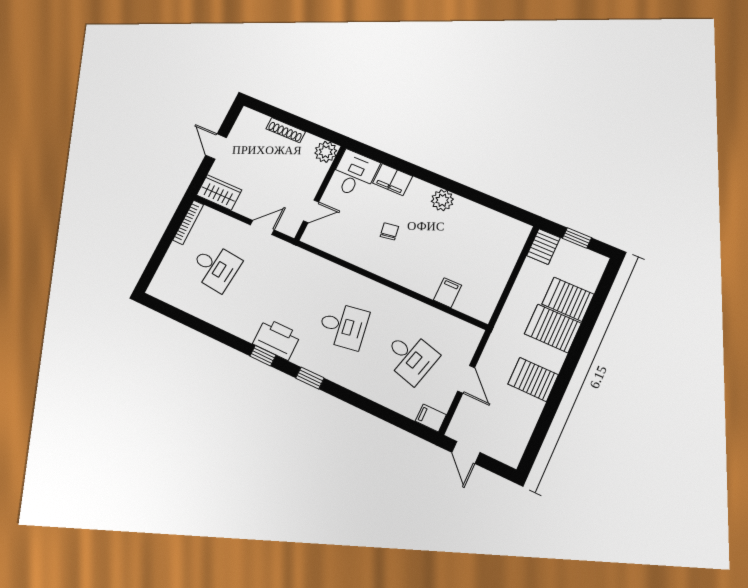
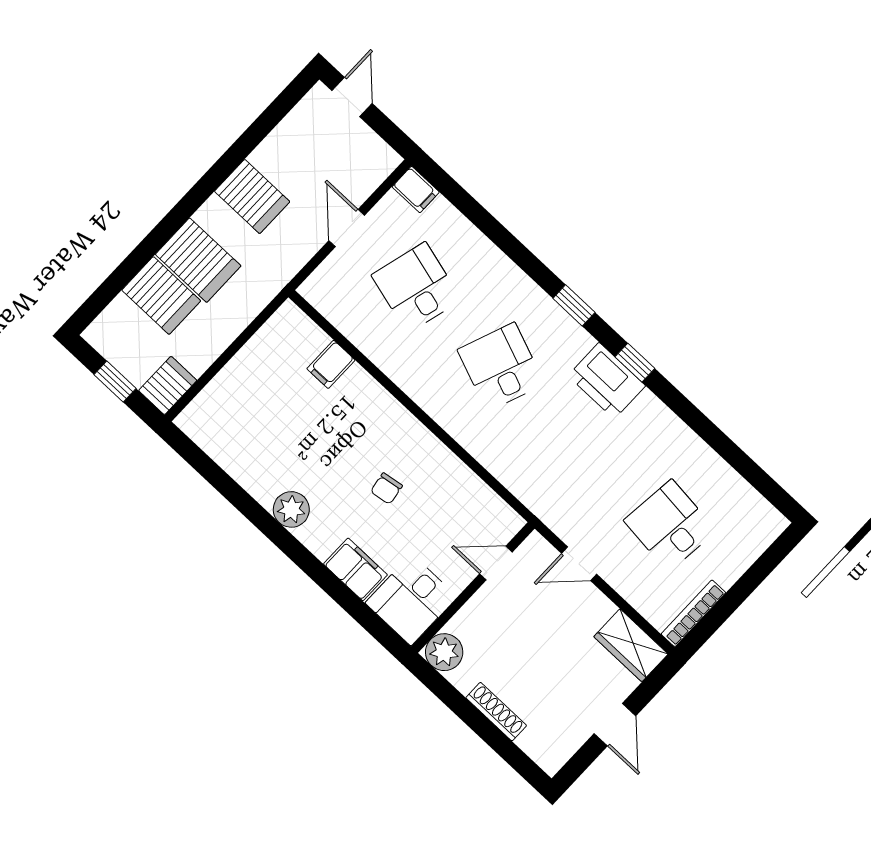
desk: (343, 326) -> (501, 367), turned 30
door: (466, 452) -> (352, 97), moved

